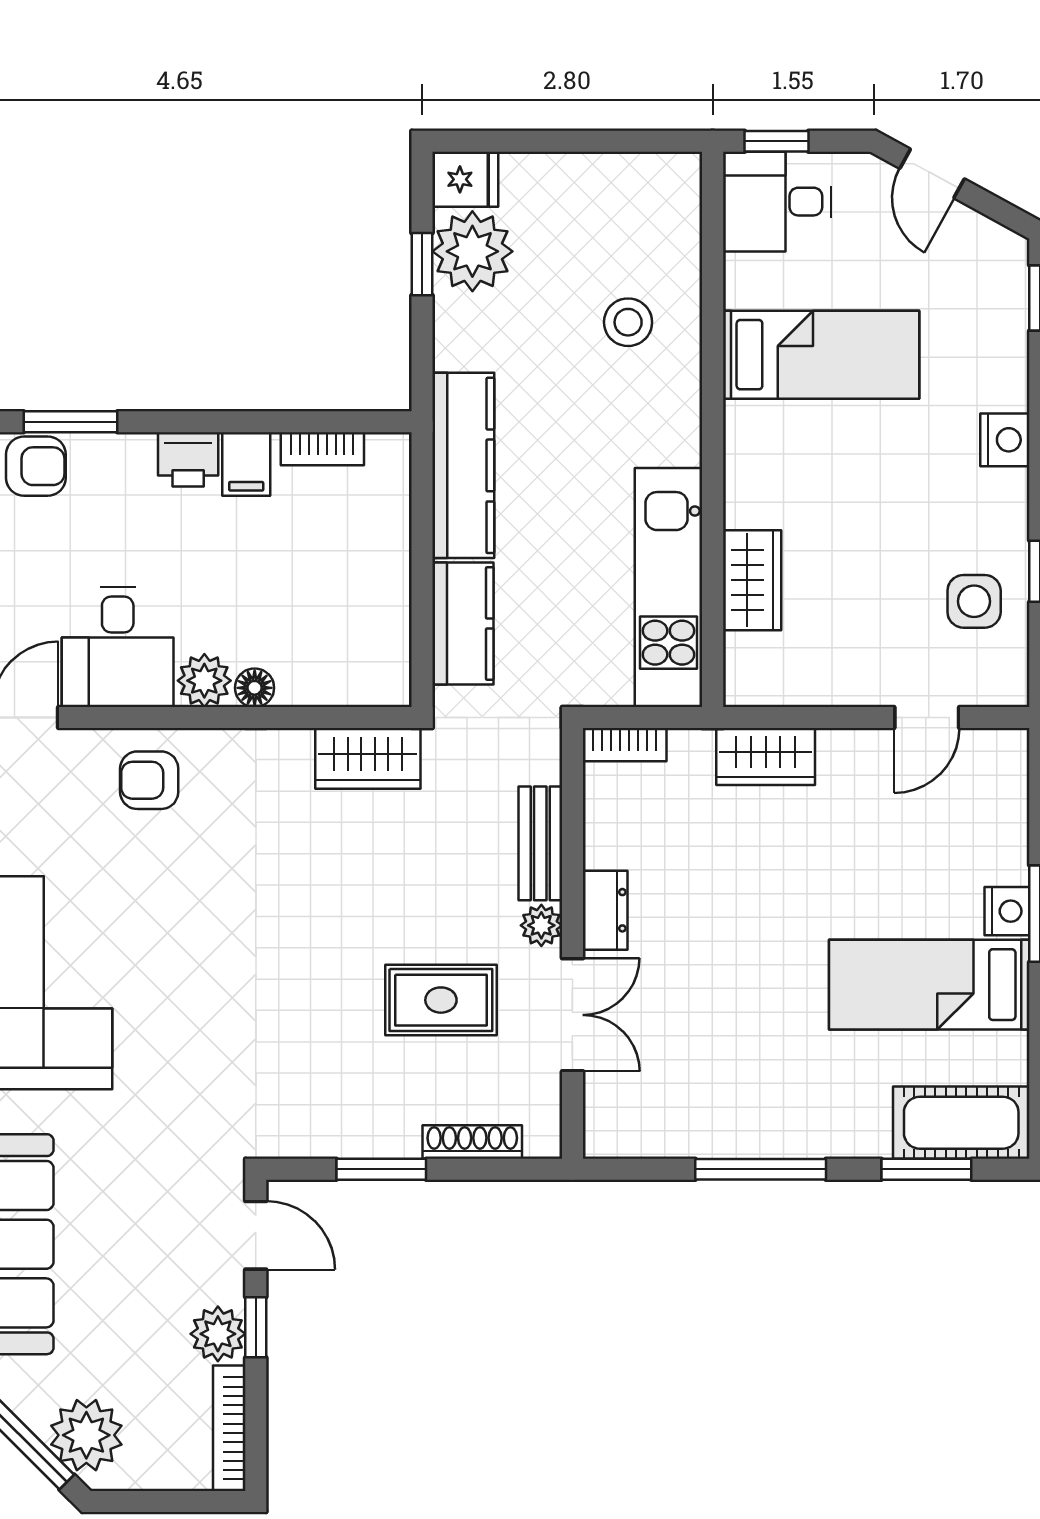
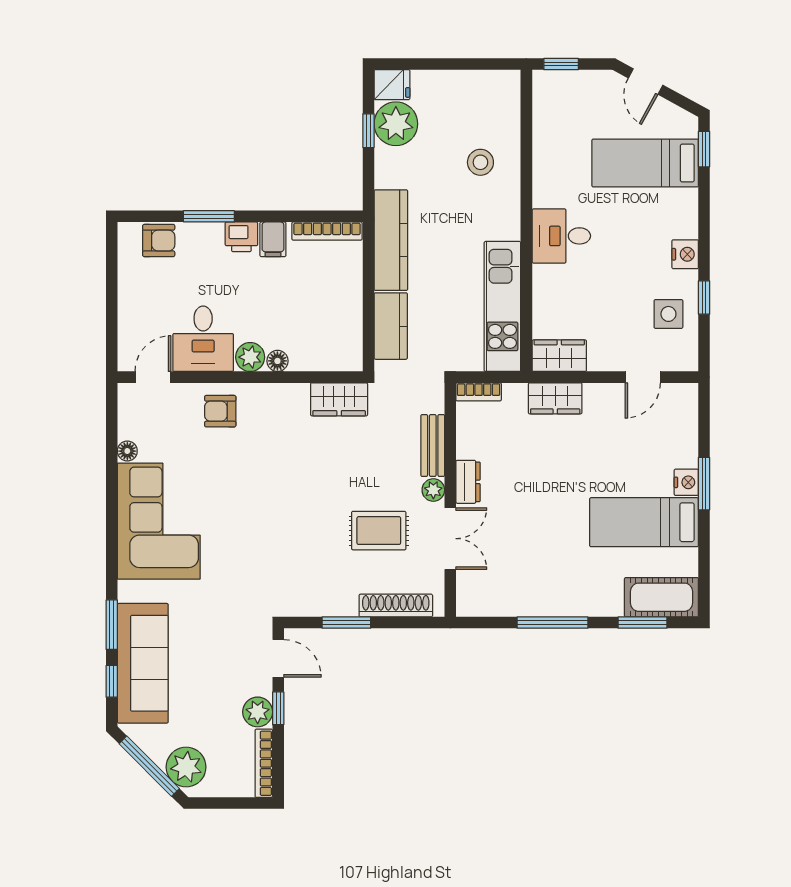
desk: (777, 202) -> (561, 236), moved
bed: (821, 355) -> (645, 163), moved, turned 180
window: (70, 422) -> (209, 216), moved
nightstand: (1005, 440) -> (685, 254), moved
bookcase: (322, 449) -> (327, 231), width x1.56
wardrobe: (752, 580) -> (559, 356), moved, turned -90
shoe rack: (472, 1142) -> (396, 606), width x1.36, depth x1.24

